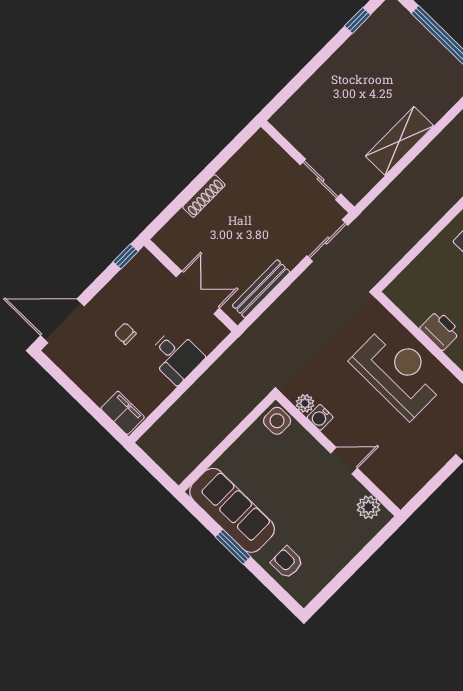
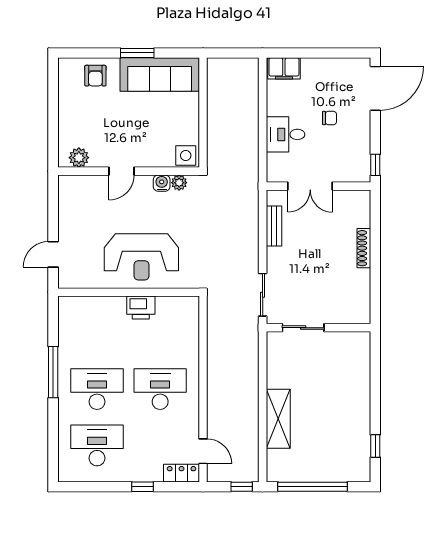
shelving: (399, 141) -> (278, 419), moved
bench: (261, 289) -> (274, 226), width x0.73
armchair: (287, 562) -> (95, 76), turned 90

